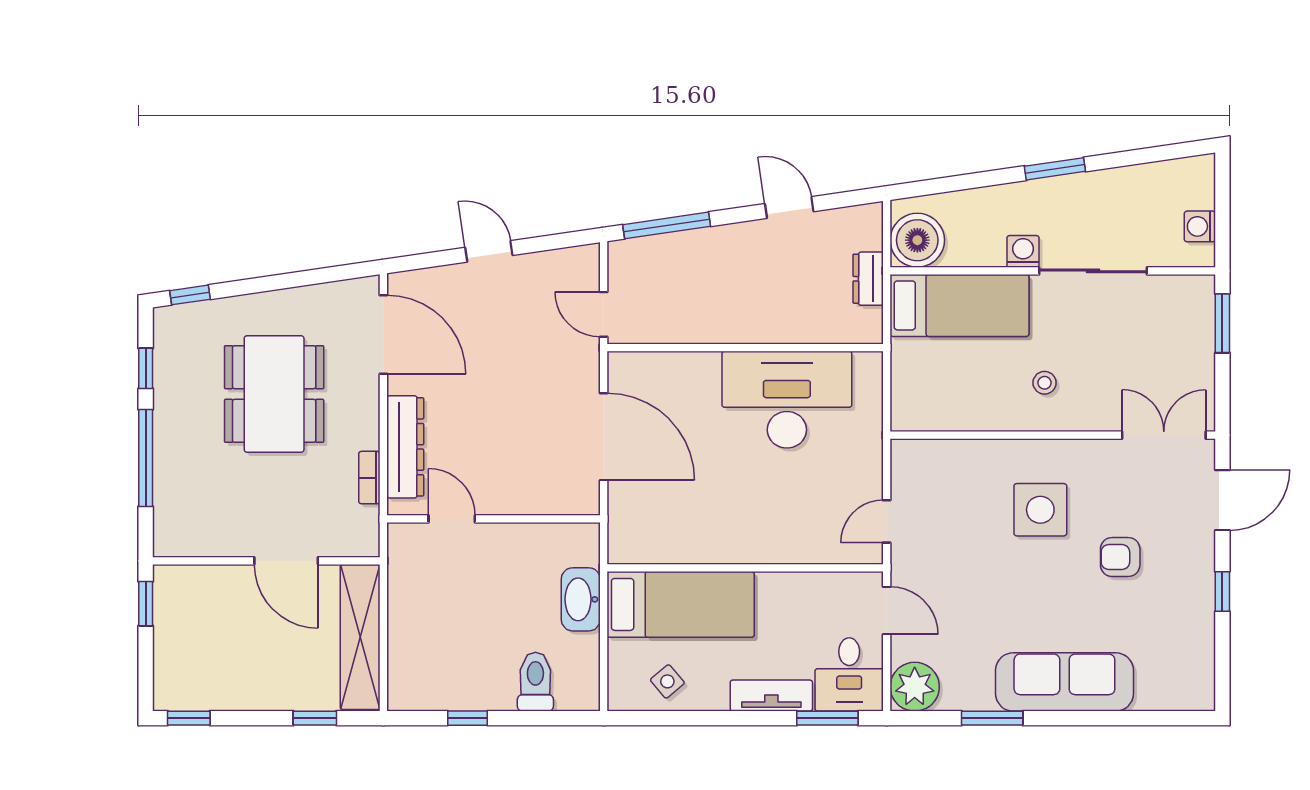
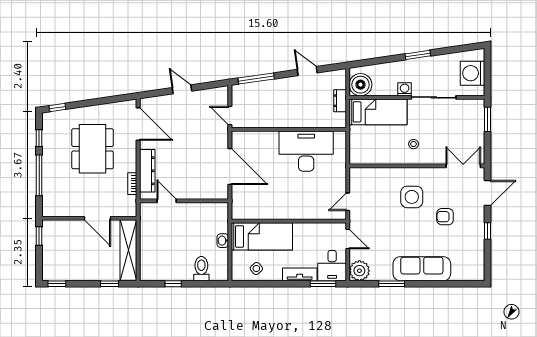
washing machine: (1200, 226) -> (473, 73), width x1.89, depth x1.89
washbasin: (581, 599) -> (223, 241), width x0.52, depth x0.69

